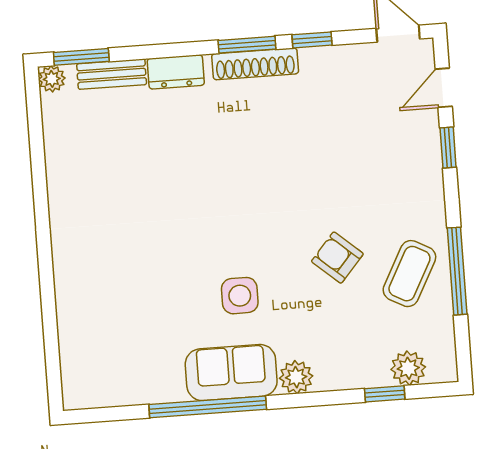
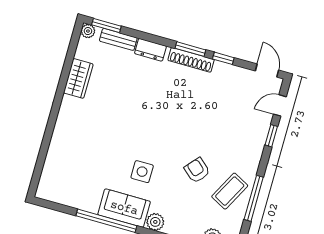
wardrobe: (65, 170) -> (78, 78), added

